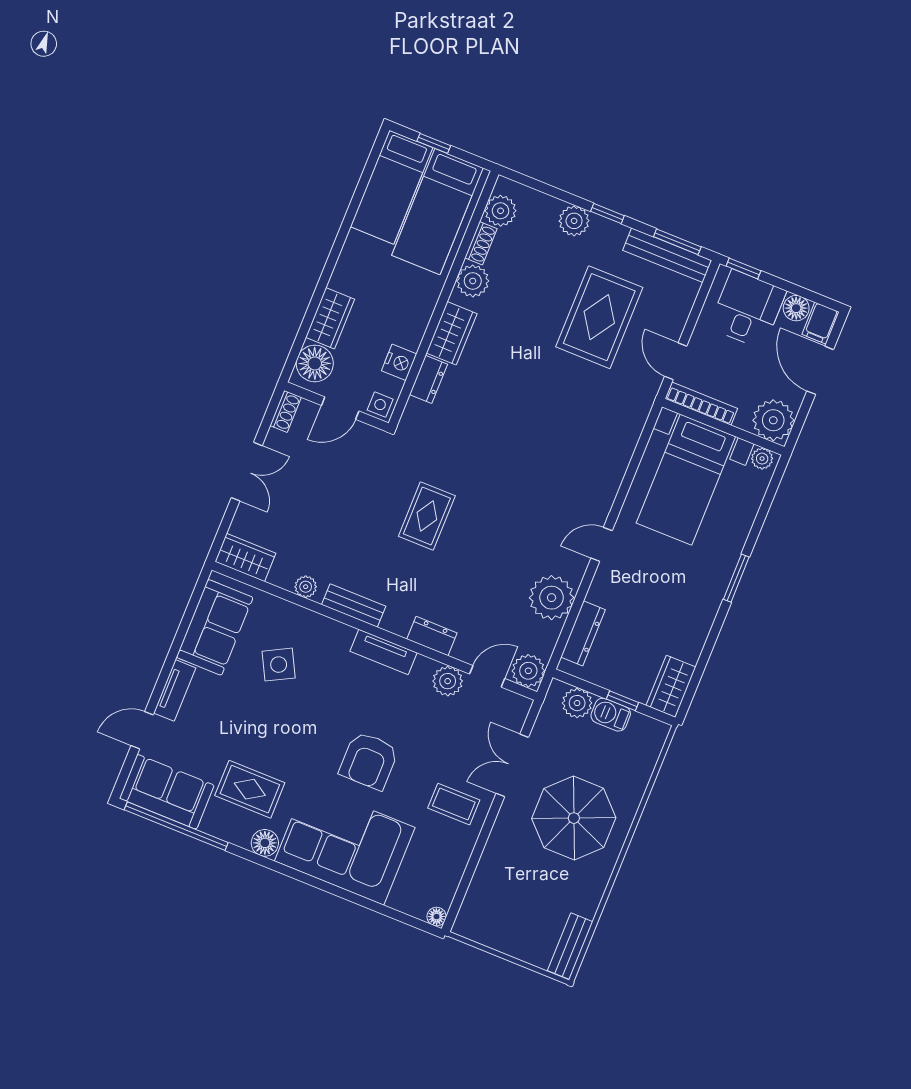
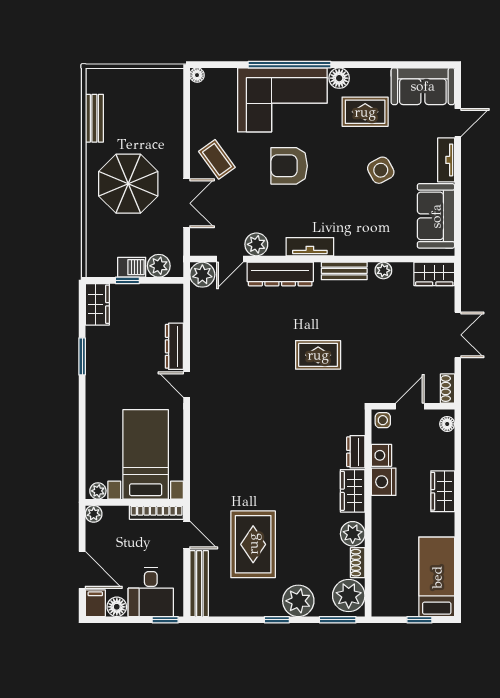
plant: (501, 211) -> (349, 596), width x1.36, depth x1.36
bed: (437, 212) -> (397, 573), removed
plant: (574, 221) -> (298, 601), width x1.36, depth x1.36
window: (677, 242) -> (338, 620), moved
bench: (667, 255) -> (199, 584), moved, turned 90
wardrobe: (330, 318) -> (443, 491), moved
nightstand: (409, 329) -> (384, 482), added
floor lamp: (315, 363) -> (447, 424), width x0.53, depth x0.53
plant: (773, 420) -> (94, 514), width x0.53, depth x0.53
double door: (247, 472) -> (458, 335), swing flipped
rug: (427, 516) -> (318, 355), turned 90
door: (602, 544) -> (187, 385), swing flipped
window: (736, 578) -> (82, 356), moved
plant: (552, 598) -> (207, 333), removed
dresser: (583, 633) -> (174, 346), moved
dresser: (432, 636) -> (280, 274), width x1.96, depth x1.24
side table: (279, 665) -> (381, 170), moved
armchair: (369, 761) -> (289, 166), turned -90
coffee table: (454, 804) -> (217, 159), turned 54
window: (176, 826) -> (290, 65), moved
bench: (570, 946) -> (94, 118), moved

